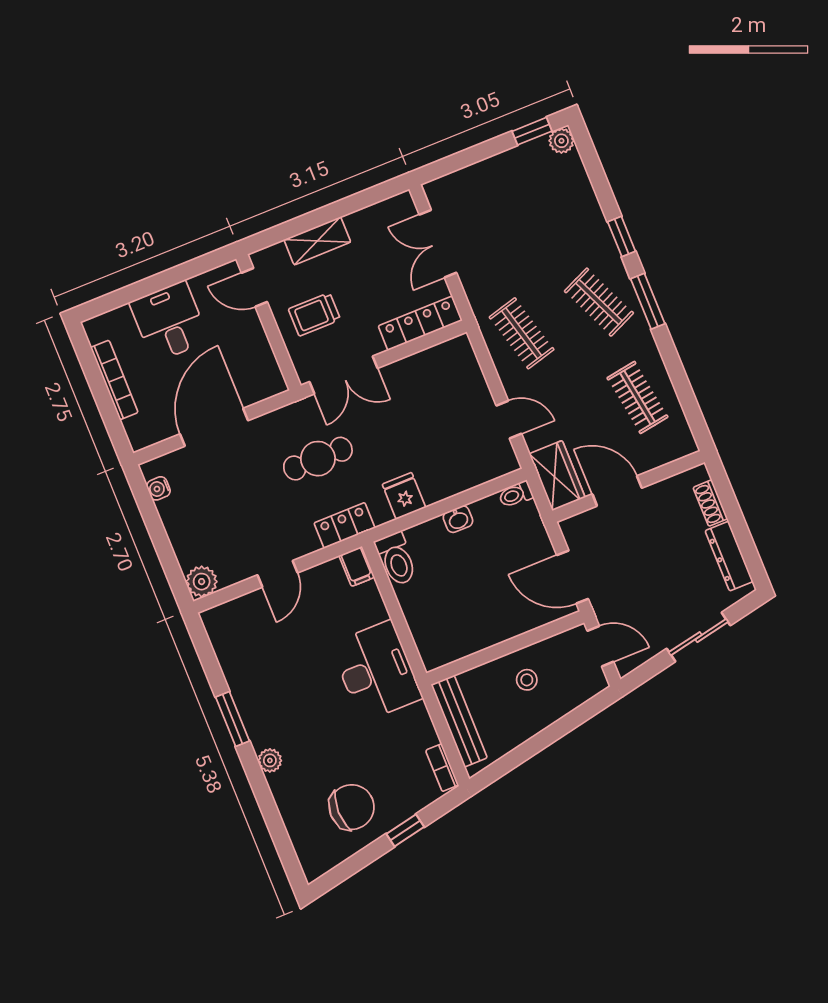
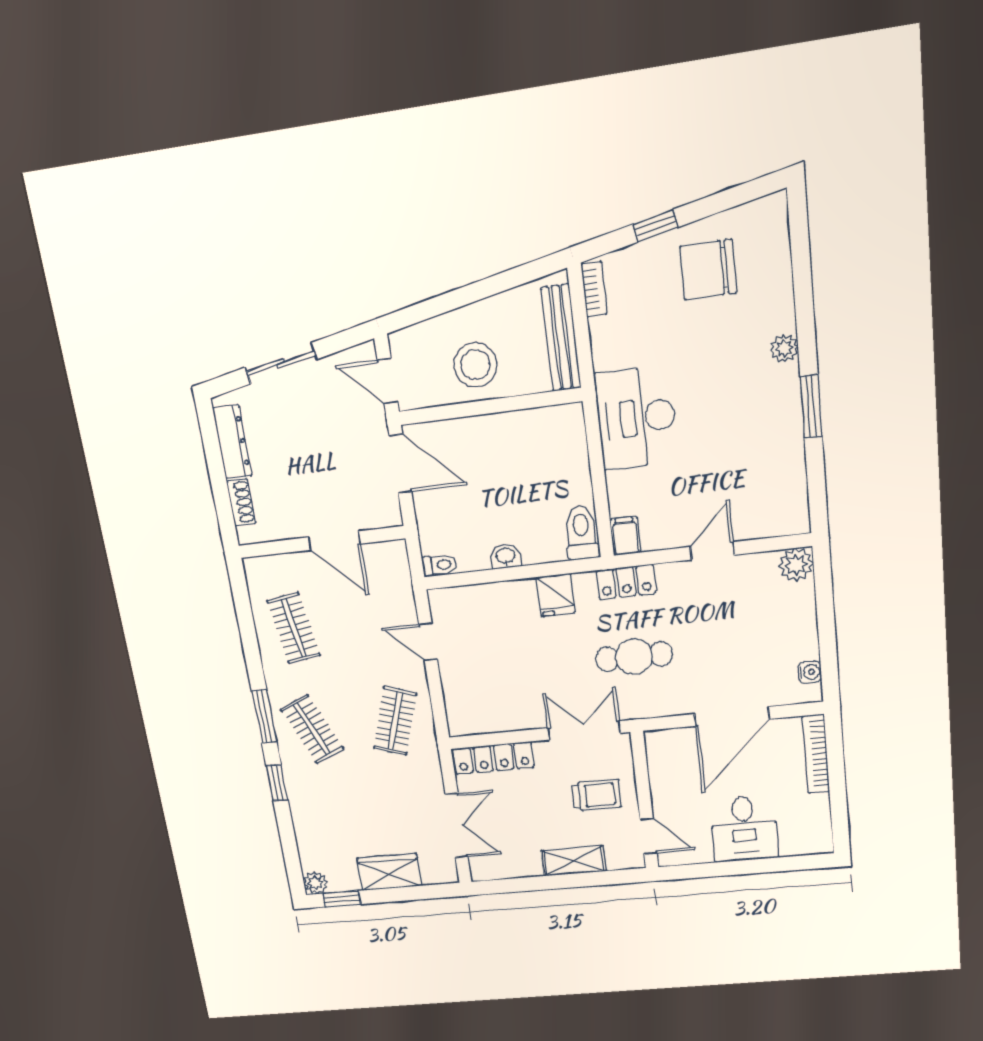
clothes rail: (522, 333) -> (395, 721), turned 33
bookcase: (114, 380) -> (816, 754), moved
wardrobe: (557, 476) -> (389, 872), moved, turned 90
stool: (527, 680) -> (475, 365), width x1.89, depth x1.89

